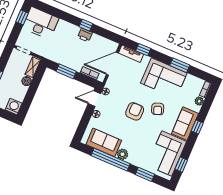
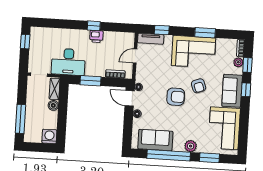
desk: (41, 23) -> (68, 62), moved, turned 180
door: (112, 64) -> (135, 56), width x0.53
door: (94, 99) -> (130, 98), hinge flipped
armchair: (135, 111) -> (176, 97), turned 90
plant: (122, 154) -> (191, 146), moved
window: (181, 165) -> (247, 65), moved

